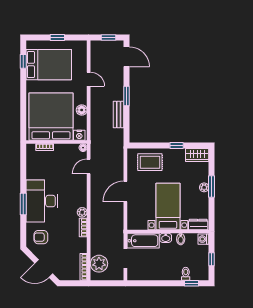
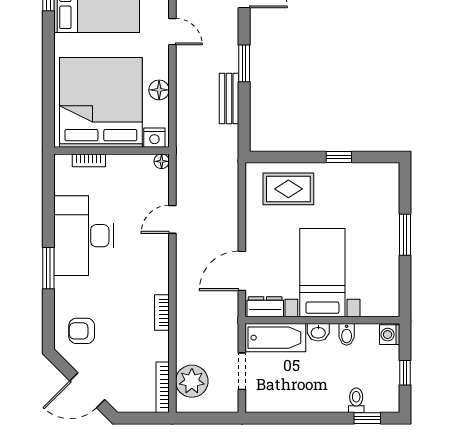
wardrobe: (197, 155) -> (378, 175), removed
door: (89, 167) -> (172, 219), moved
plant: (204, 187) -> (391, 237), removed
door: (125, 191) -> (242, 271), moved
desk: (42, 201) -> (84, 236), moved
plant: (82, 212) -> (160, 284), removed
dresser: (198, 224) -> (265, 307), moved

